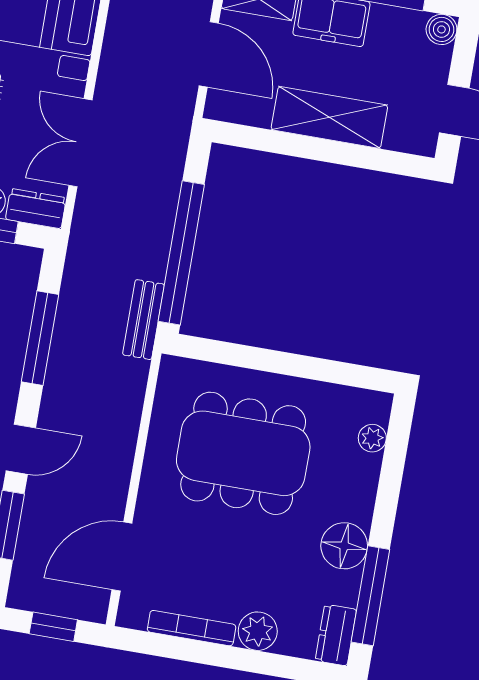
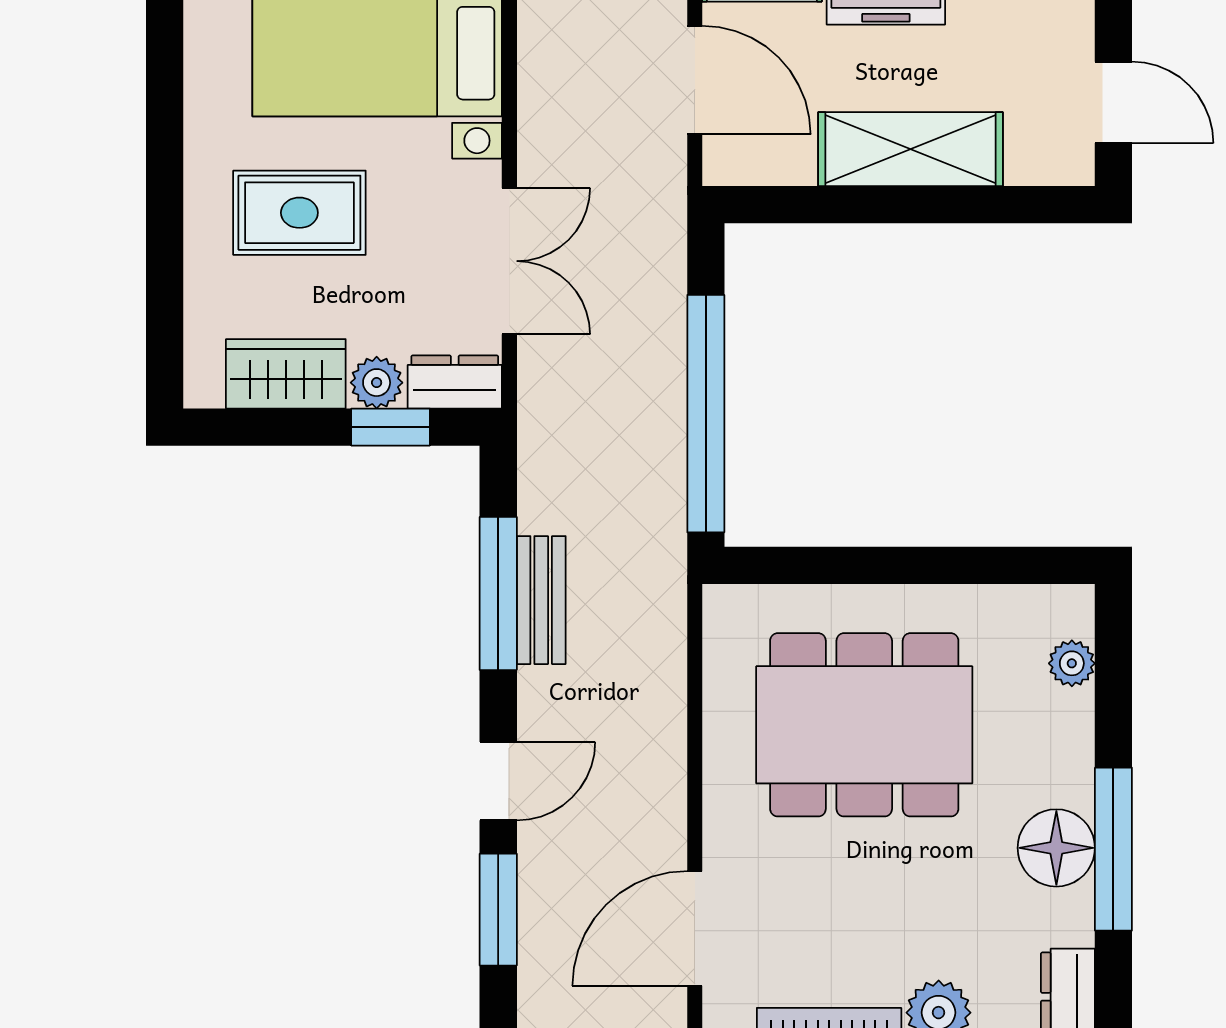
double door: (81, 143) -> (509, 261), swing flipped
bench: (143, 320) -> (541, 600), moved
window: (370, 596) -> (1113, 849), moved

